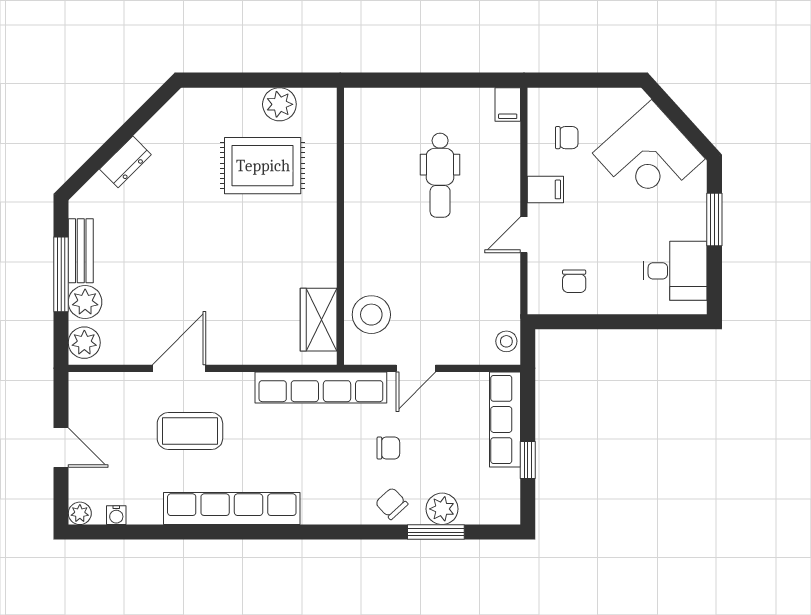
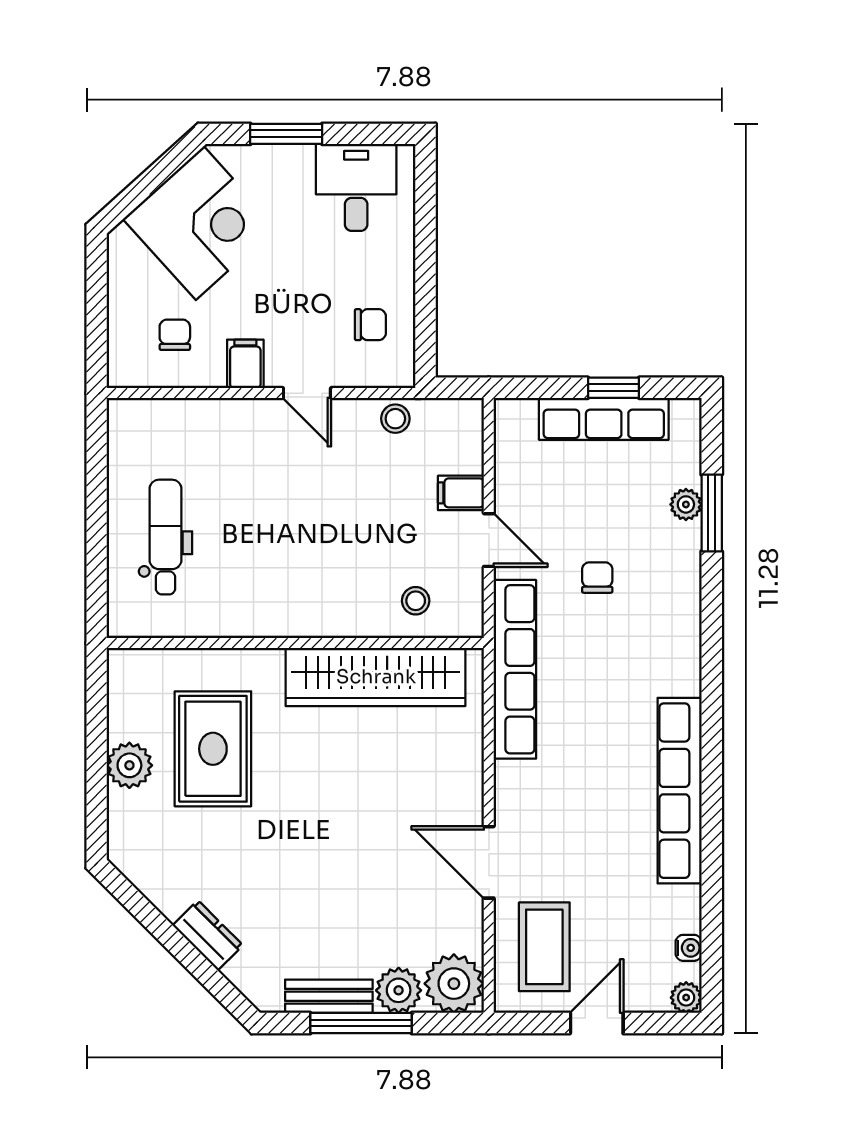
plant: (279, 104) -> (129, 765), moved
filing cabinet: (508, 104) -> (461, 493), moved, turned 180
dental chair: (440, 175) -> (166, 537), moved, turned -90
stool: (371, 315) -> (416, 601), width x0.53, depth x0.53
wardrobe: (319, 320) -> (376, 677), width x2.10, depth x1.17
stool: (506, 341) -> (395, 419), moved
plant: (84, 343) -> (454, 984), width x1.36, depth x1.36
row of seats: (505, 419) -> (604, 419), moved
coffee table: (190, 431) -> (544, 947), moved
chair: (392, 504) -> (673, 573), removed
plant: (442, 509) -> (686, 504), width x0.73, depth x0.73

